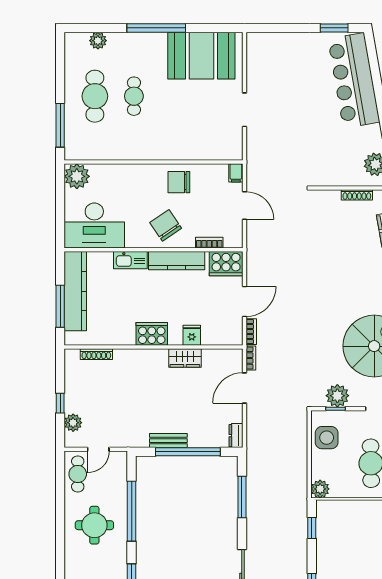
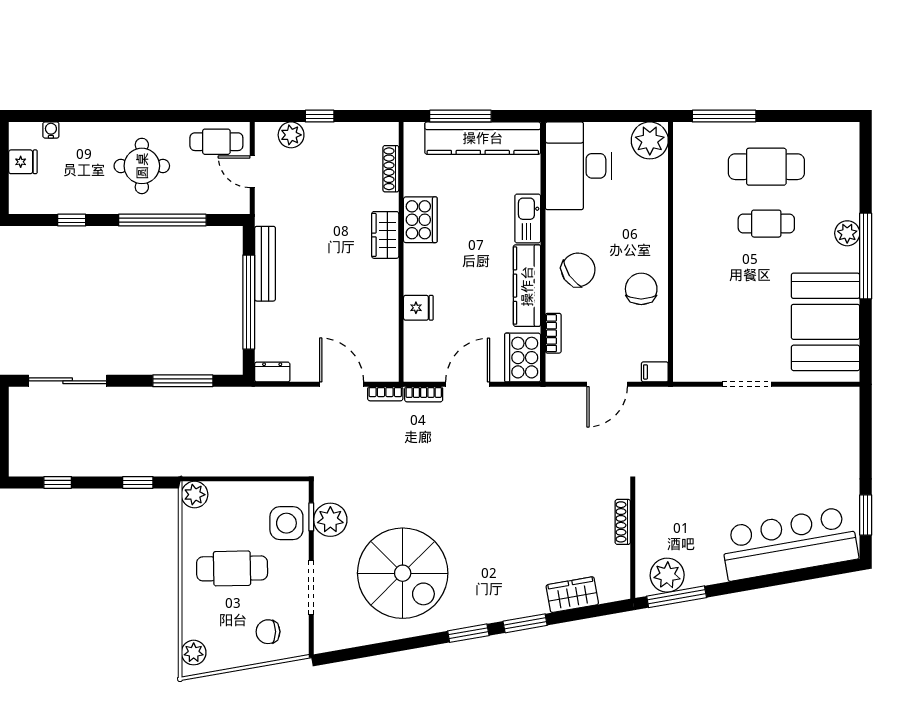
plant: (98, 41) -> (847, 233), moved
shoe rack: (357, 195) -> (623, 522), moved
door: (244, 301) -> (468, 384), swing flipped
cooker: (152, 334) -> (420, 220), moved
wardrobe: (185, 358) -> (385, 235), moved
side table: (327, 438) -> (286, 523), moved
bench: (168, 441) -> (265, 264), width x1.36

